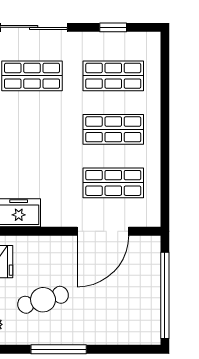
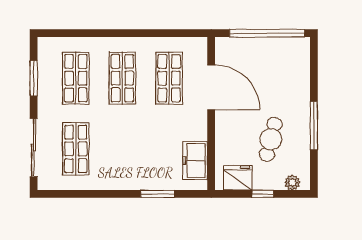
window: (113, 27) -> (34, 78), width x1.50
cafe table: (43, 300) -> (271, 139), turned 30

